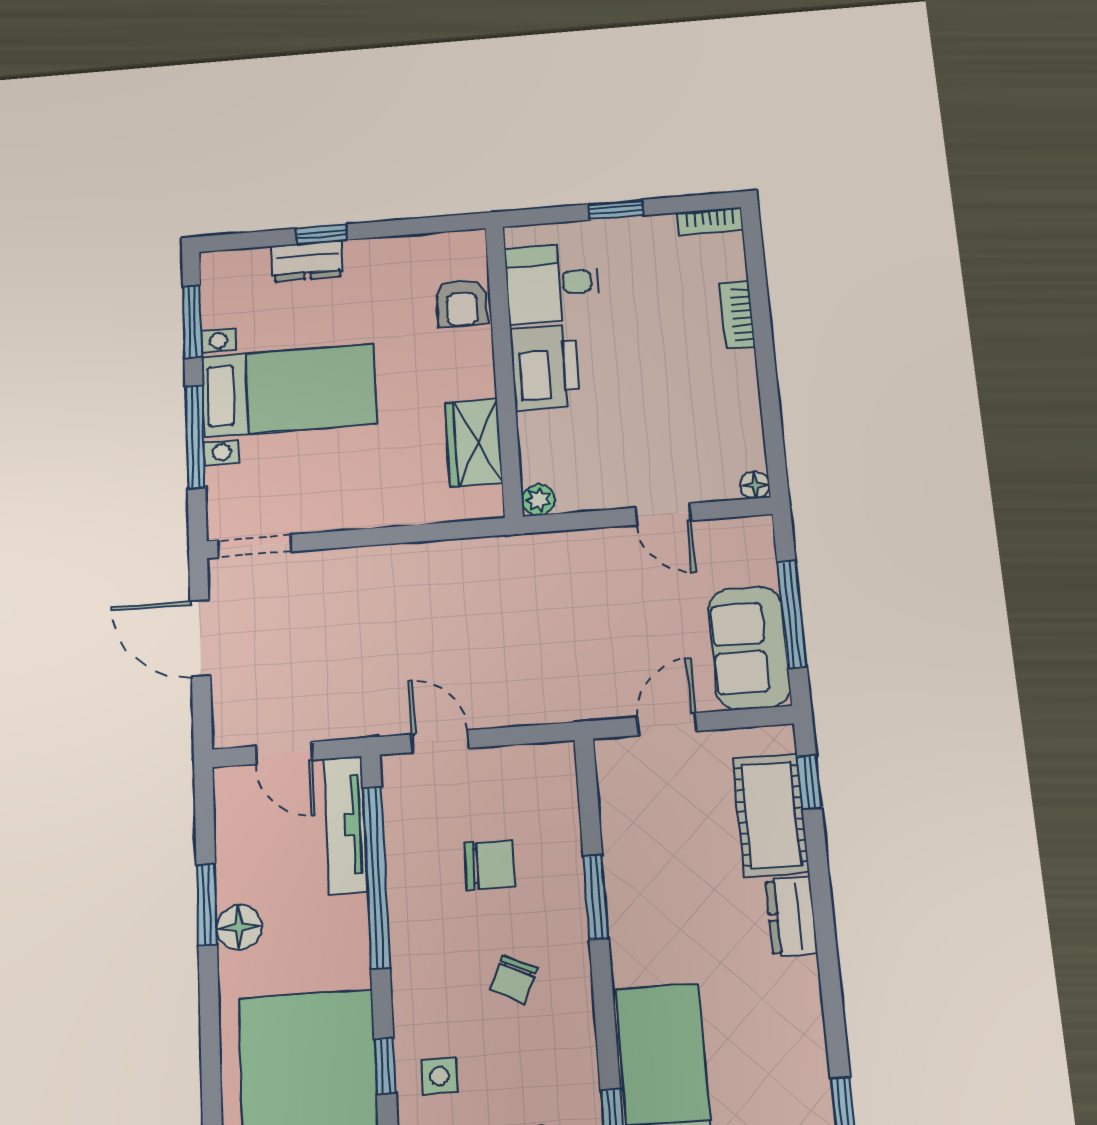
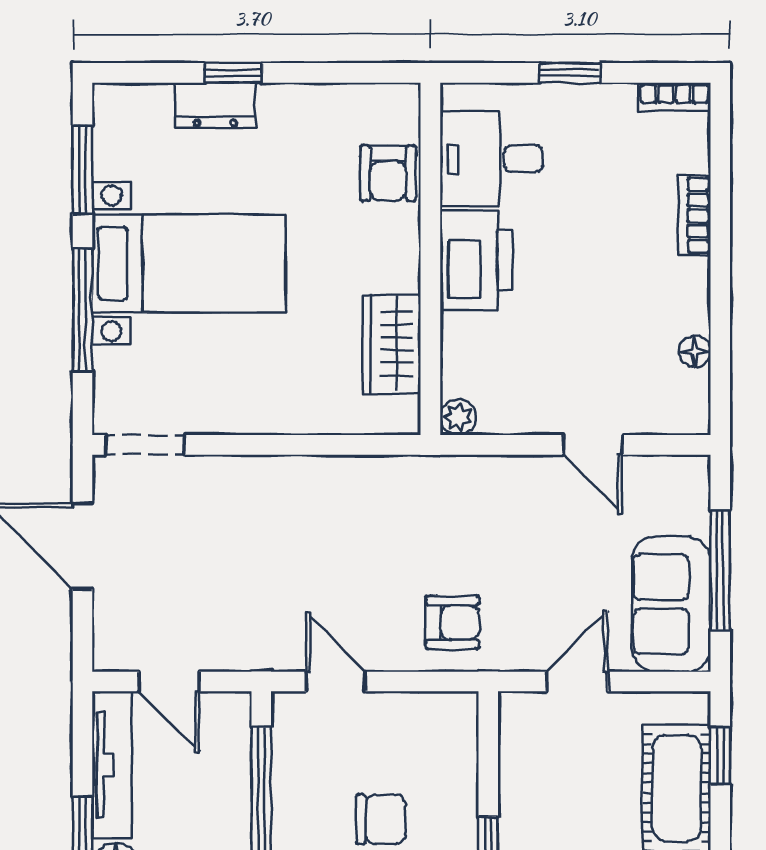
floor lamp: (755, 485) -> (695, 352), moved
armchair: (546, 680) -> (452, 623), added
tv unit: (346, 825) -> (112, 765), moved, turned 180

